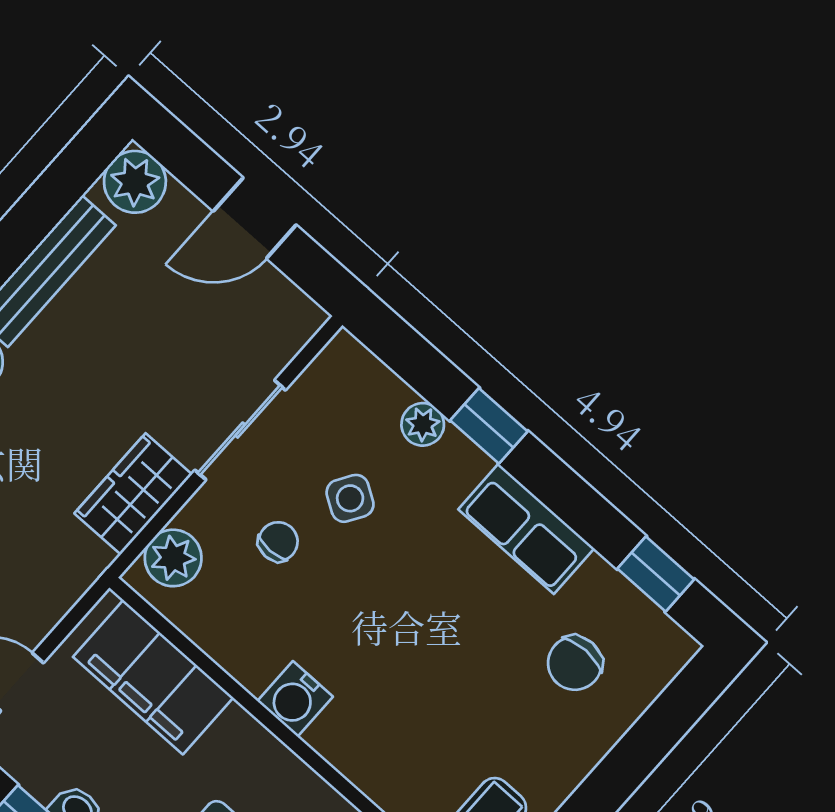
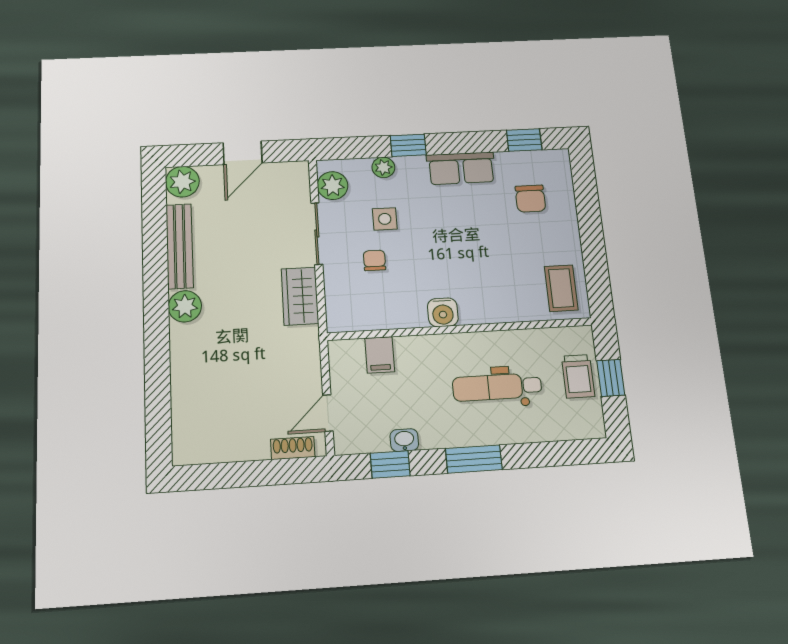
side table: (350, 498) -> (385, 219), turned -32
plant: (173, 558) -> (333, 186), moved
filing cabinet: (153, 677) -> (380, 355), width x0.33, depth x0.86

